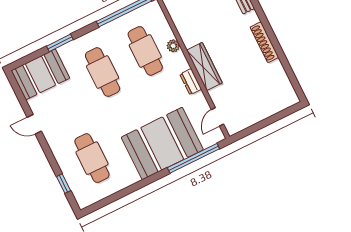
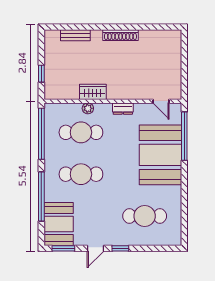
window: (60, 43) -> (41, 196), width x2.11
wardrobe: (204, 66) -> (93, 92), moved, width x0.67
window: (18, 91) -> (63, 248), added
window: (64, 184) -> (120, 248), moved

